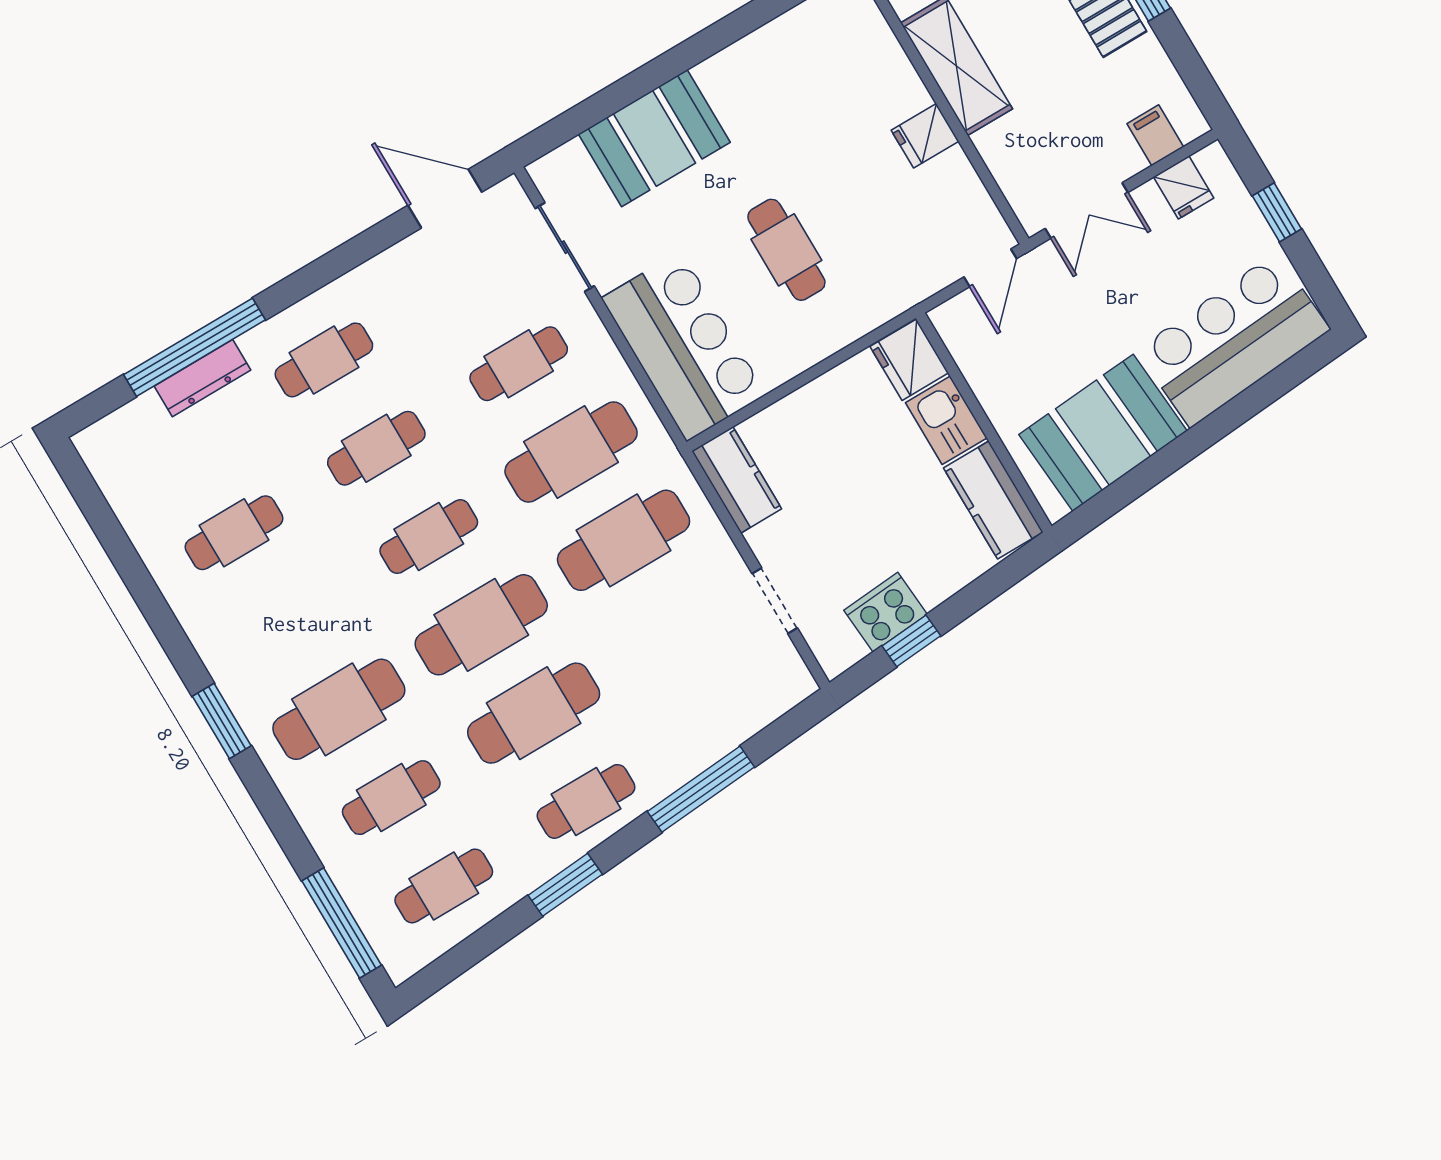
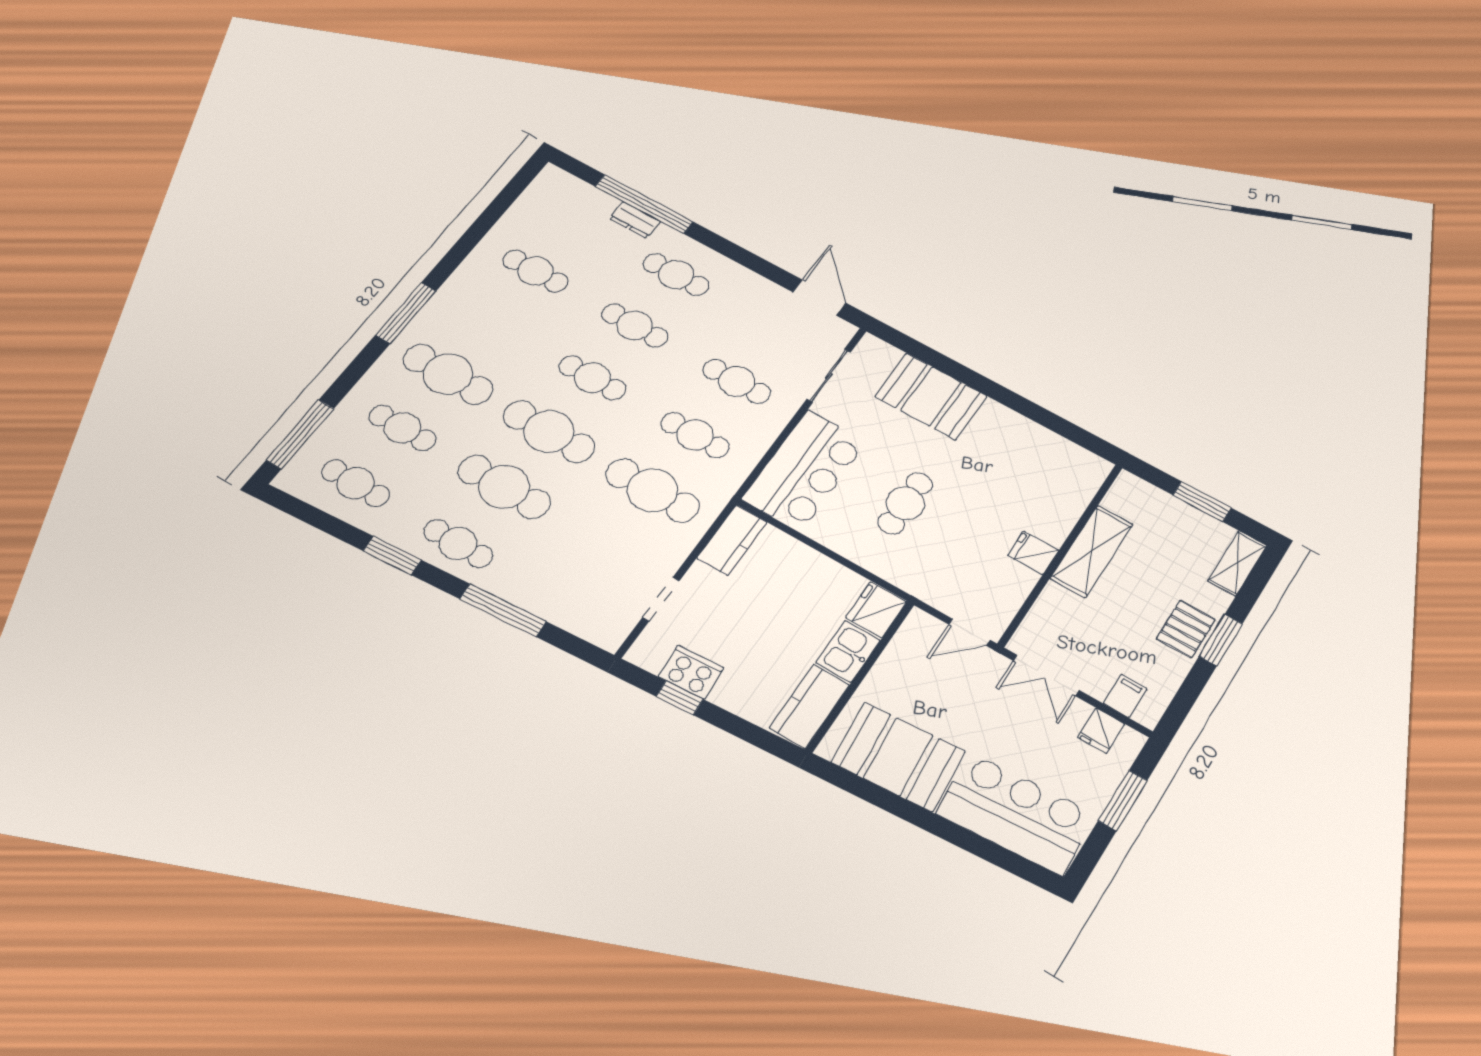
window: (1277, 212) -> (1123, 801), width x1.50
dresser: (202, 378) -> (635, 220), width x0.70
cafe table: (571, 452) -> (695, 435), width x0.73, depth x0.74
window: (222, 721) -> (406, 313), width x1.44

